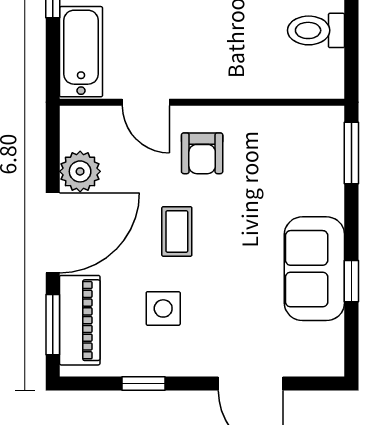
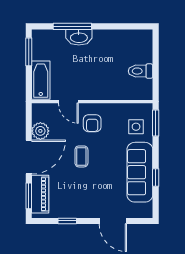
sofa: (314, 269) -> (140, 172), width x1.36
side table: (163, 308) -> (136, 127), moved

